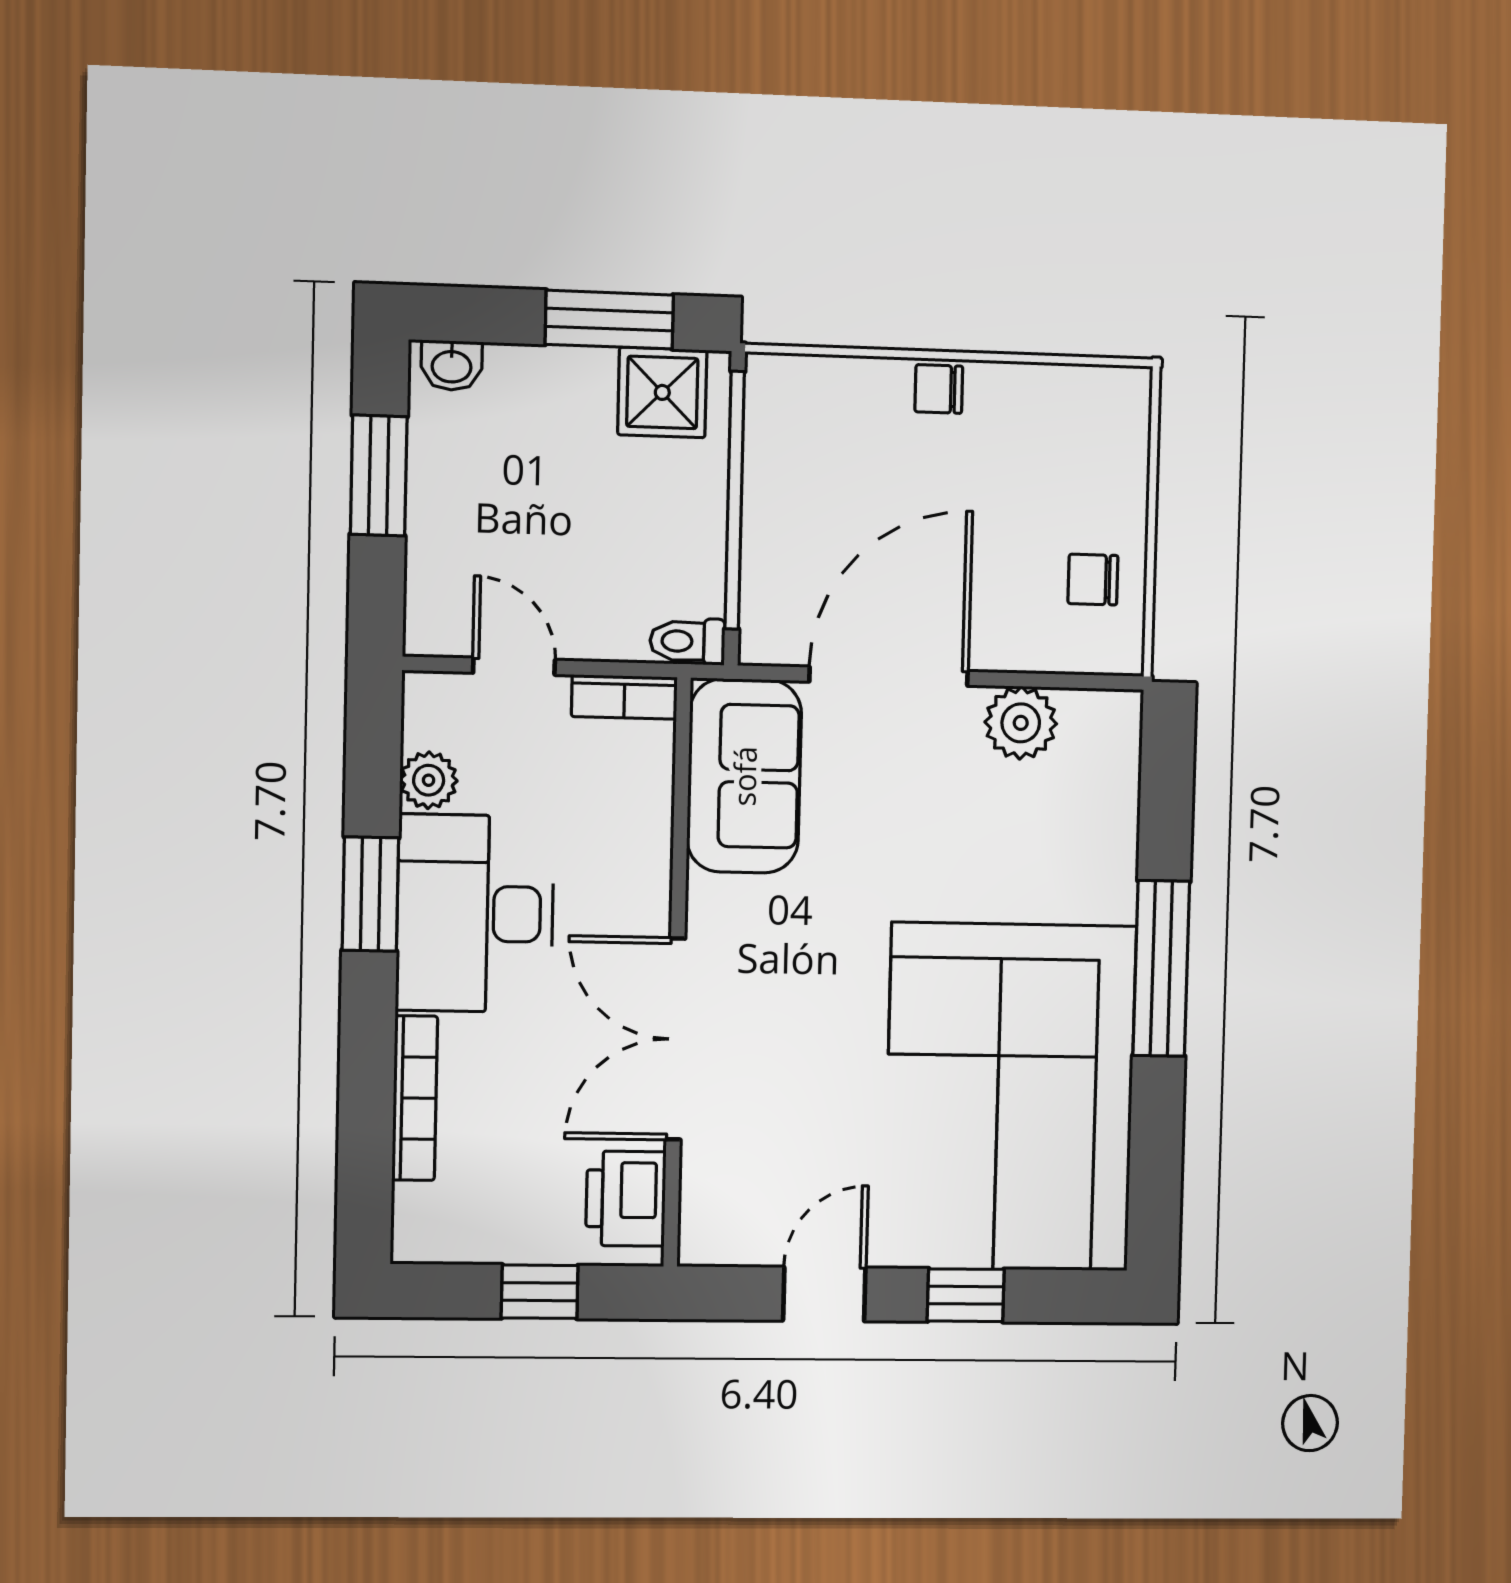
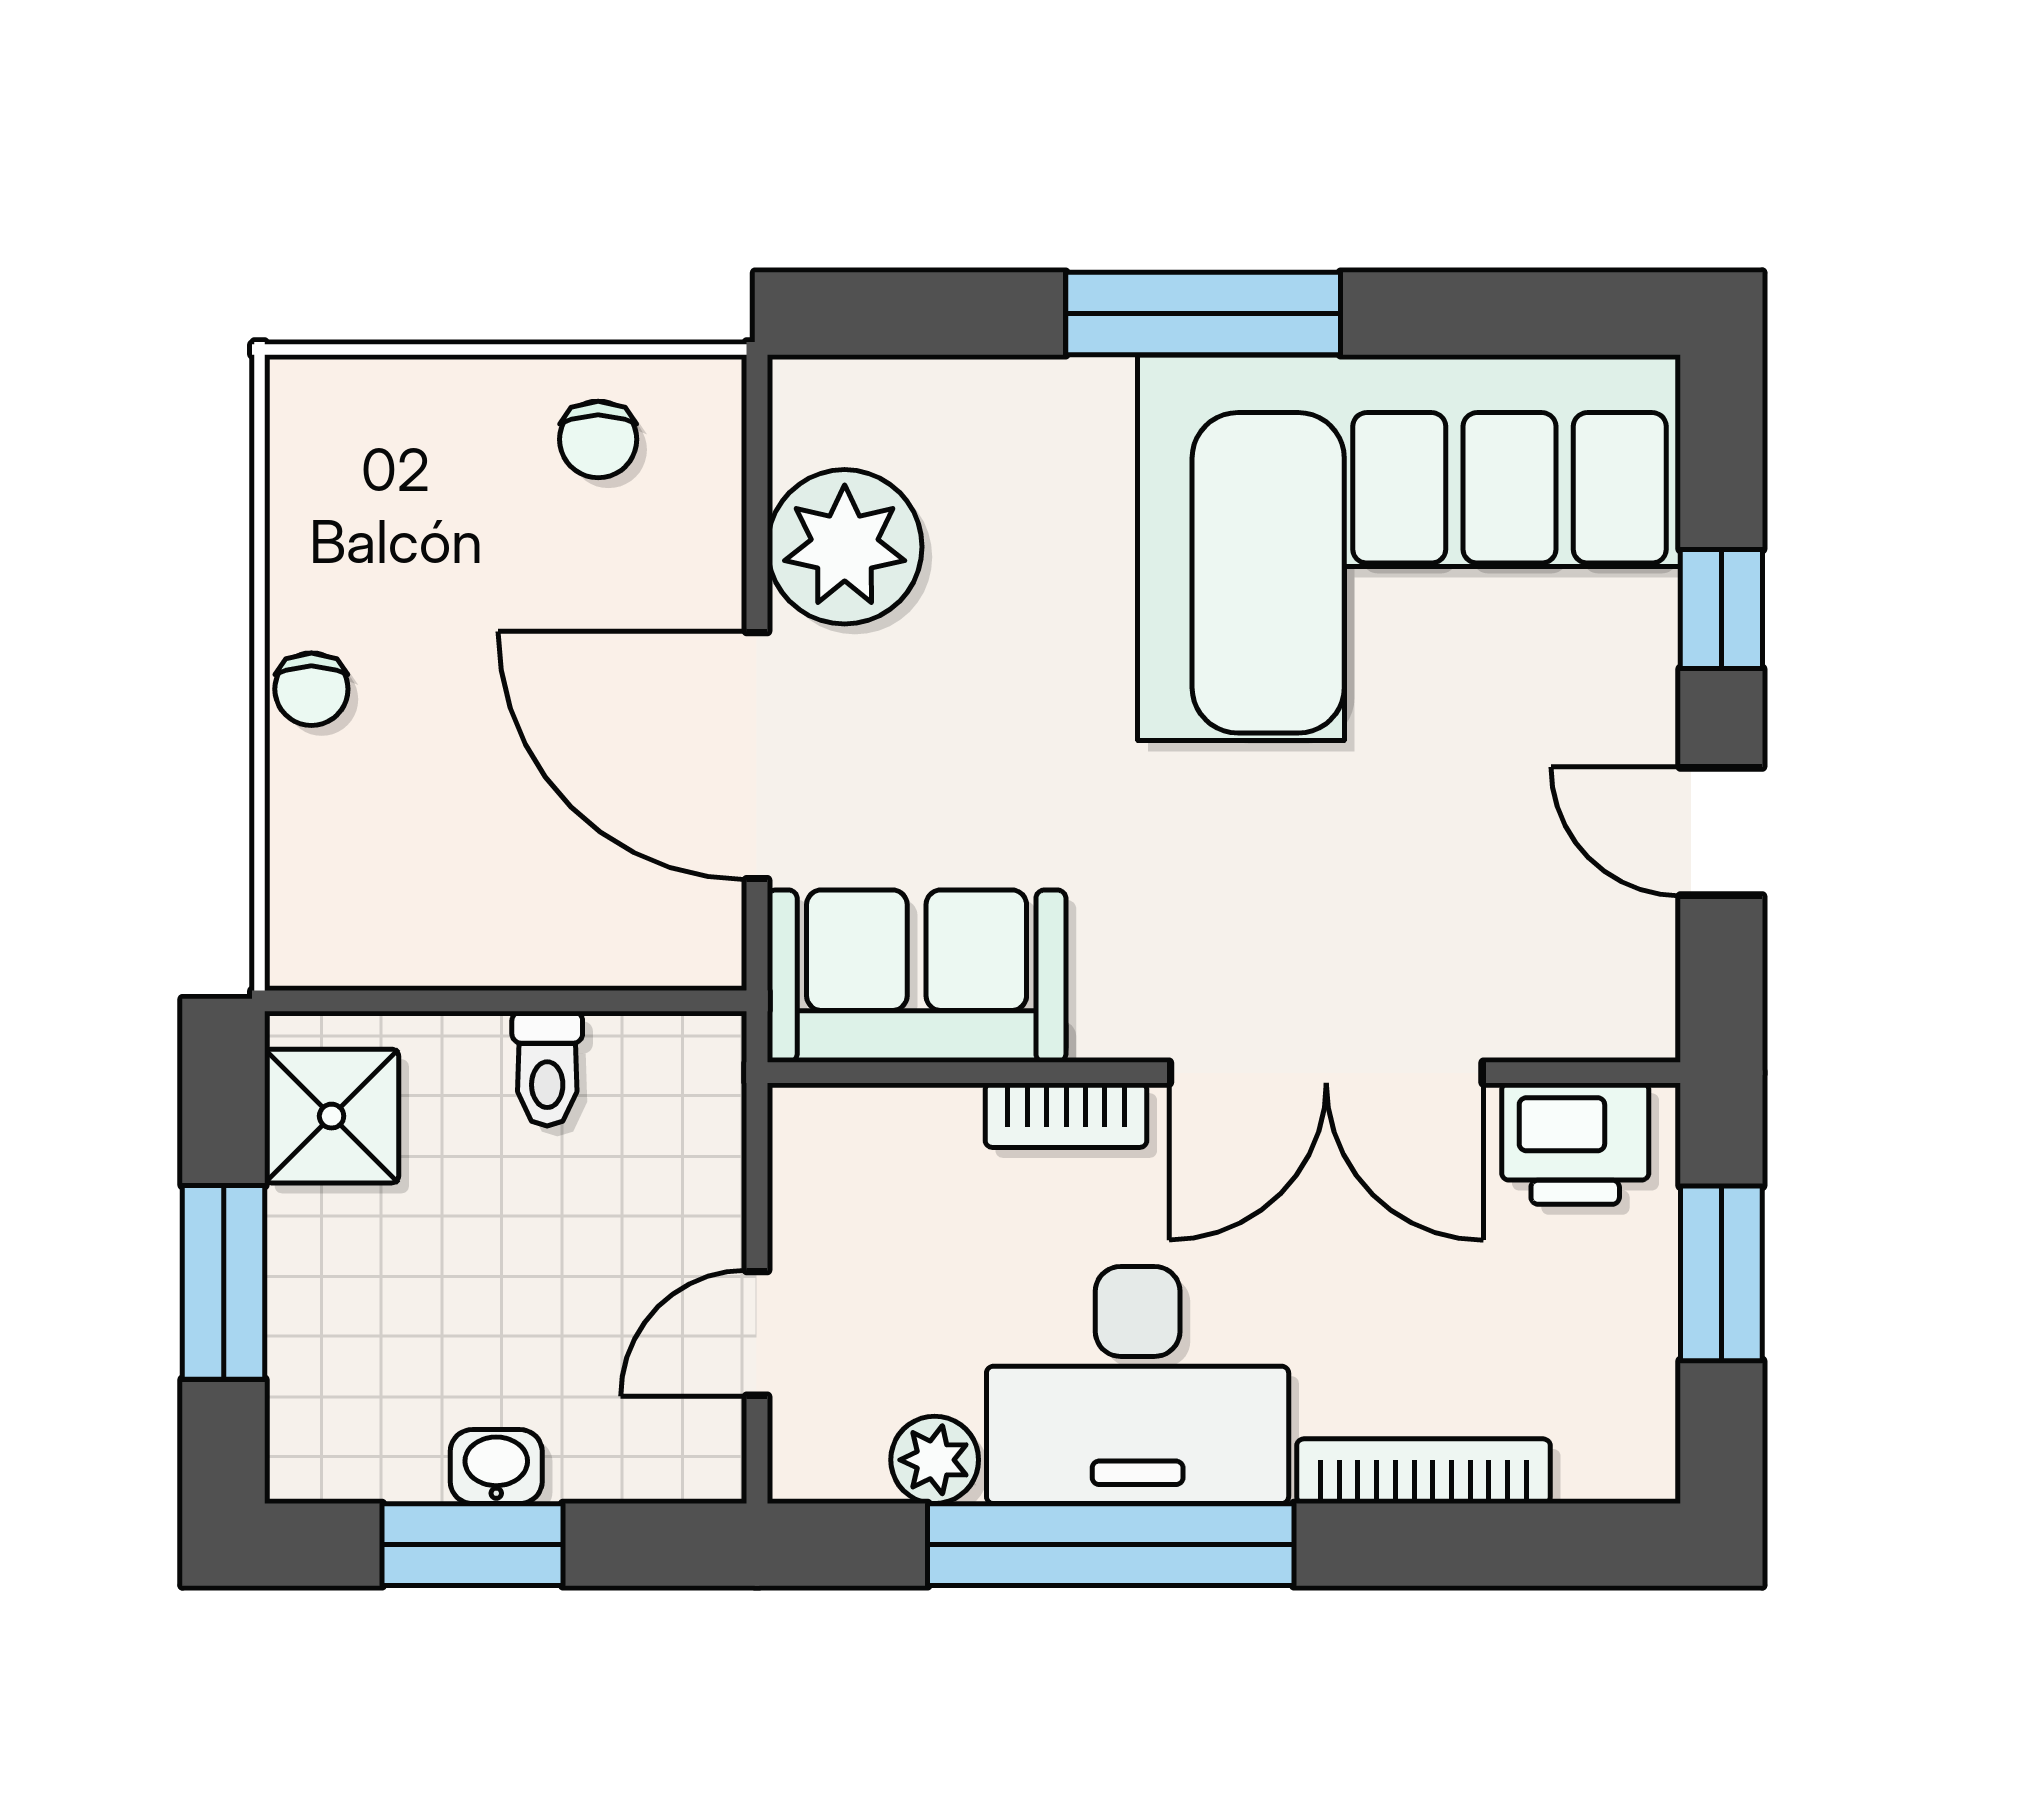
window: (609, 320) -> (224, 1282), moved
washbasin: (452, 365) -> (496, 1467), moved, turned -90
window: (735, 500) -> (493, 1001), removed
toilet: (687, 641) -> (547, 1069), moved
bookcase: (624, 697) -> (1066, 1115), moved, turned 90
plant: (1021, 723) -> (845, 547), width x1.36, depth x1.36
window: (370, 894) -> (1111, 1545), width x2.11
window: (540, 1292) -> (1721, 1273), width x1.50

